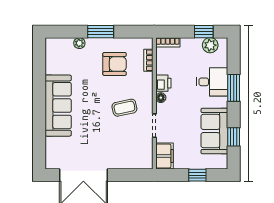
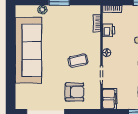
armchair: (115, 64) -> (75, 92), moved
printer: (163, 83) -> (109, 30), moved
sofa: (58, 106) -> (28, 50), width x1.36, depth x1.27

